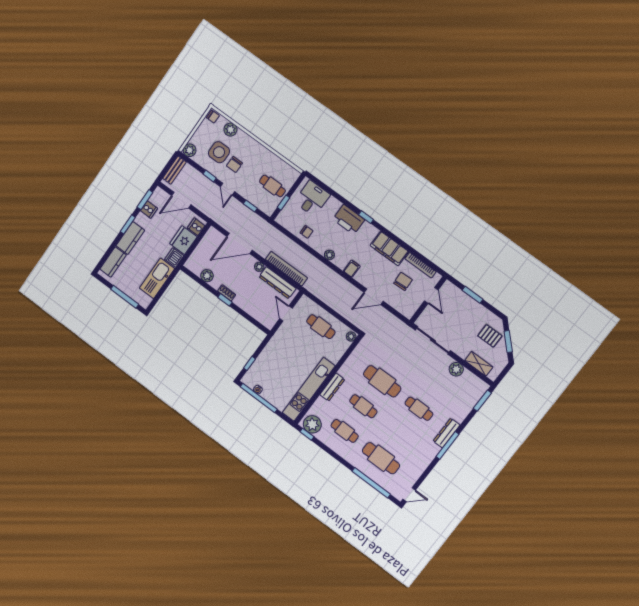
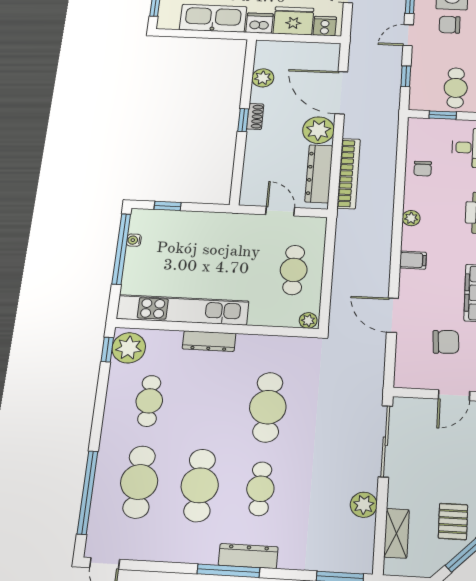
plant: (259, 267) -> (318, 130), width x1.88, depth x1.88
door: (286, 313) -> (280, 211), hinge flipped
cafe table: (363, 406) -> (200, 485), moved, width x1.37, depth x1.35

